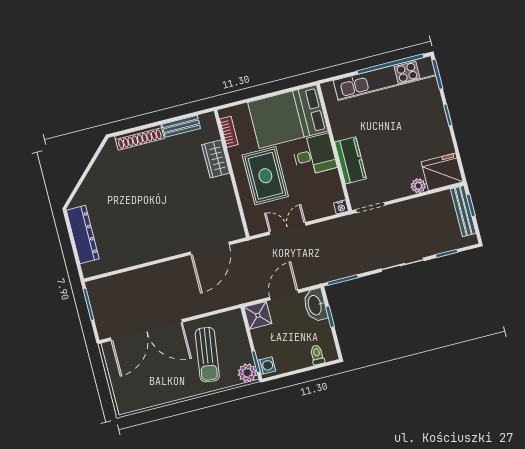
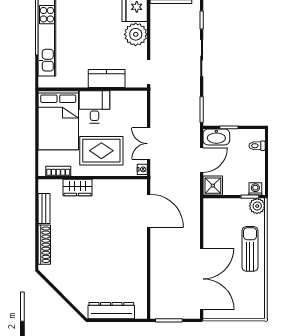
plant: (418, 186) -> (136, 34), width x1.87, depth x1.87
nightstand: (341, 207) -> (142, 169), moved
door: (284, 295) -> (202, 160), swing flipped
sun lounger: (207, 355) -> (250, 249), moved, turned -98

